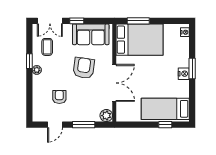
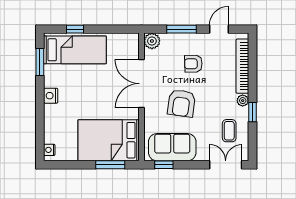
window: (77, 21) -> (164, 165), moved
window: (192, 69) -> (40, 62), moved
bookcase: (37, 96) -> (242, 66), added
armchair: (59, 97) -> (193, 64), moved, turned 89

